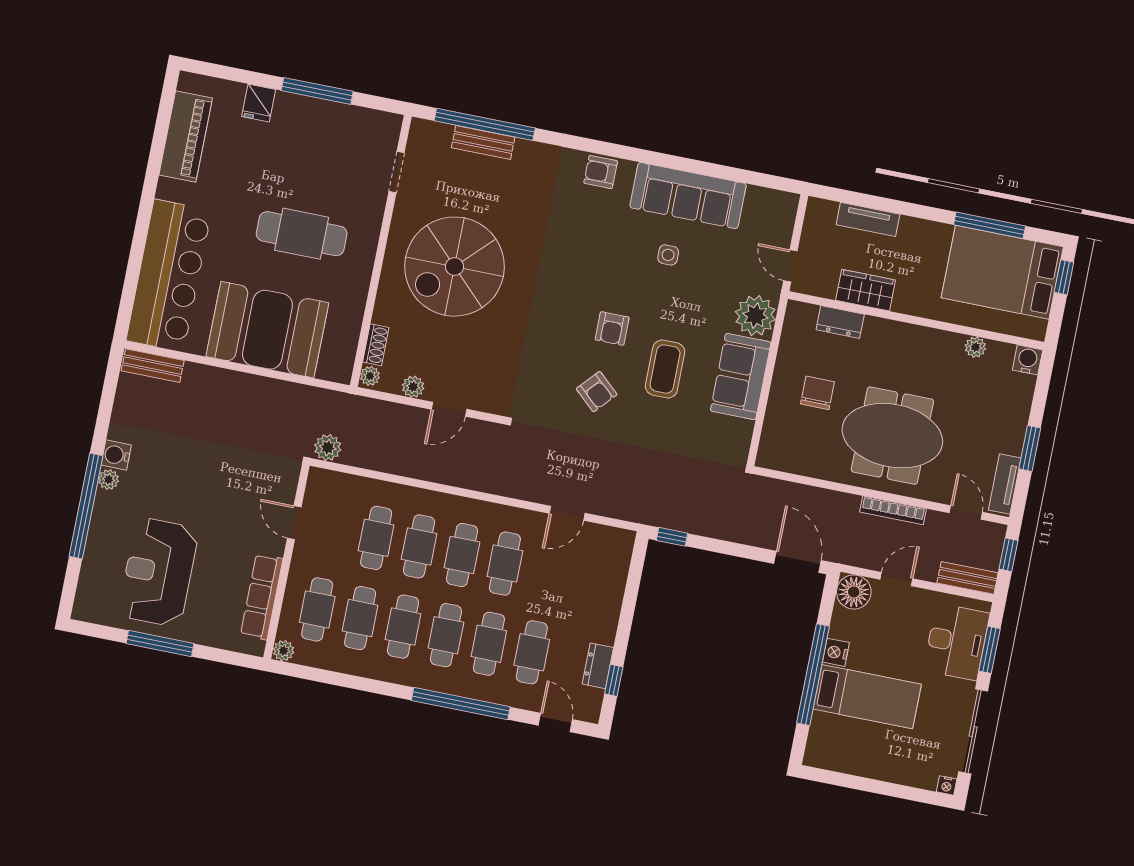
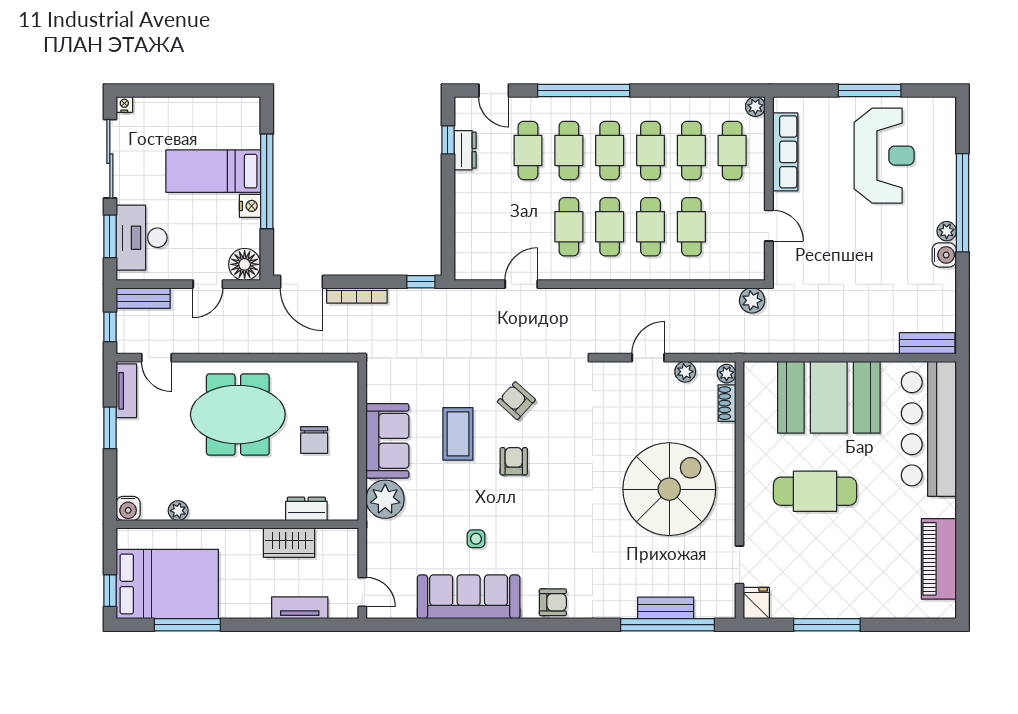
fridge: (259, 103) -> (756, 603), moved
door: (790, 266) -> (362, 592), moved
bookcase: (893, 510) -> (357, 296), moved, turned 180

